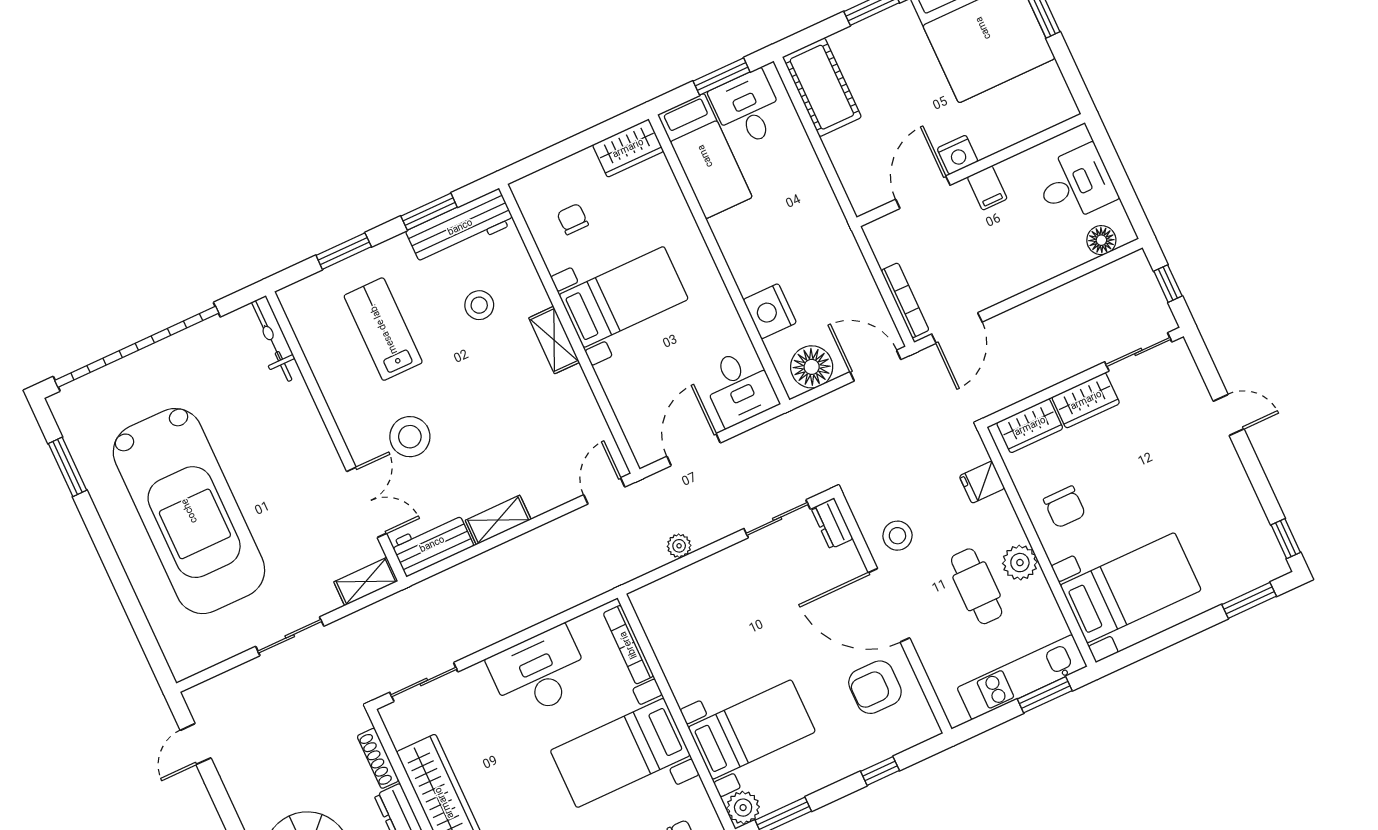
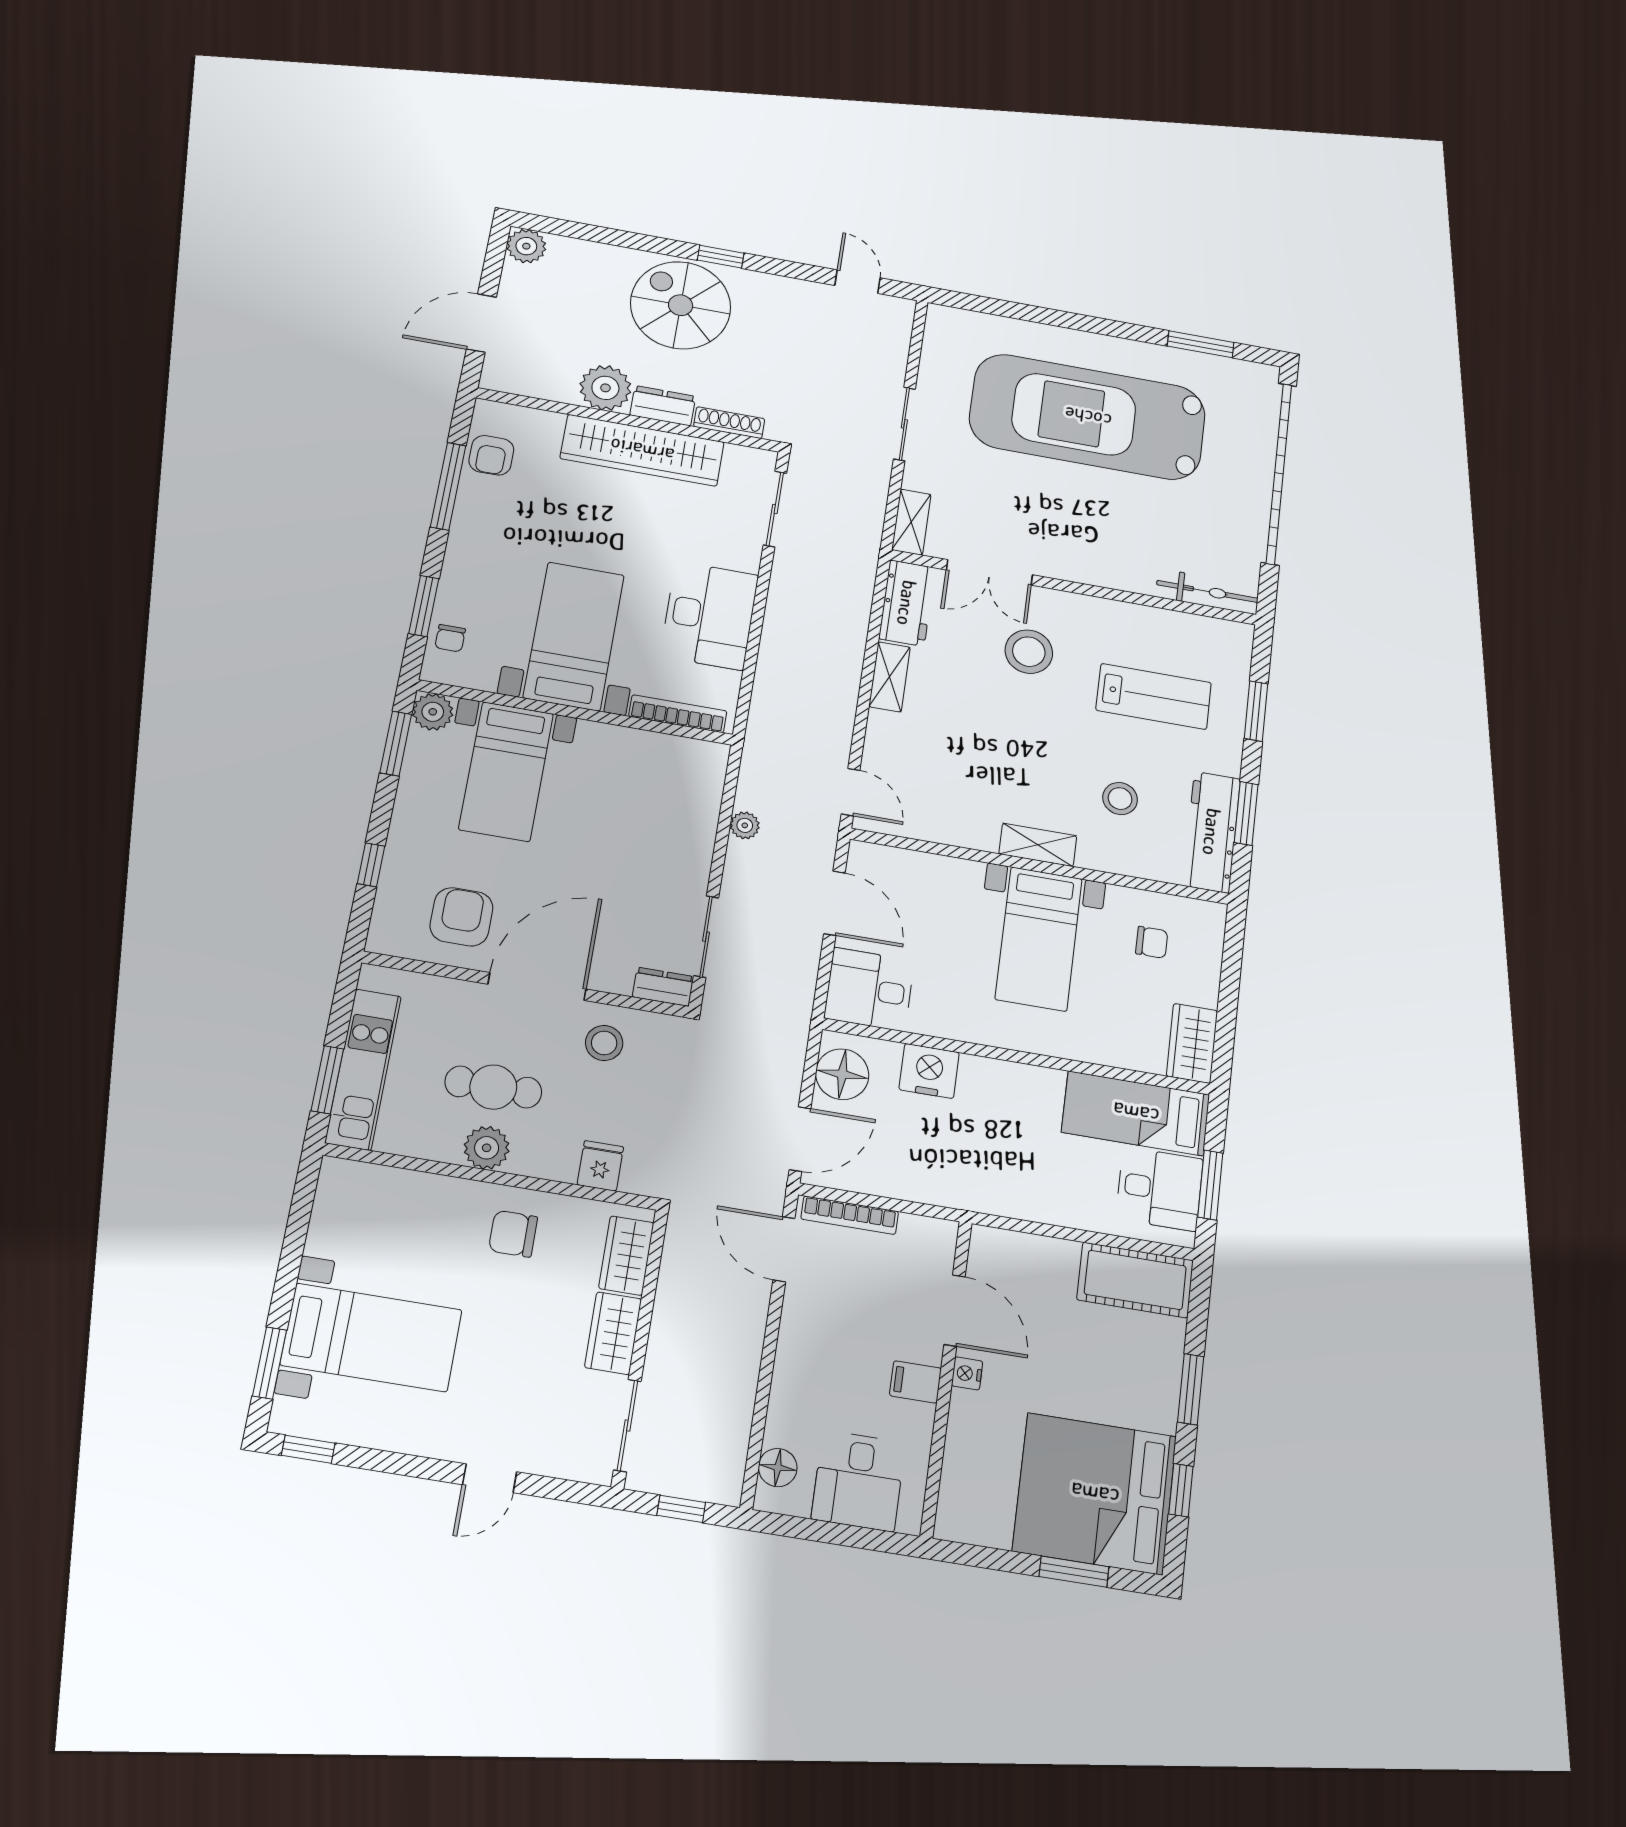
nightstand: (958, 155) -> (967, 1373), width x0.72, depth x0.74
bed with nightstands: (1131, 588) -> (371, 1337), moved, turned -90

